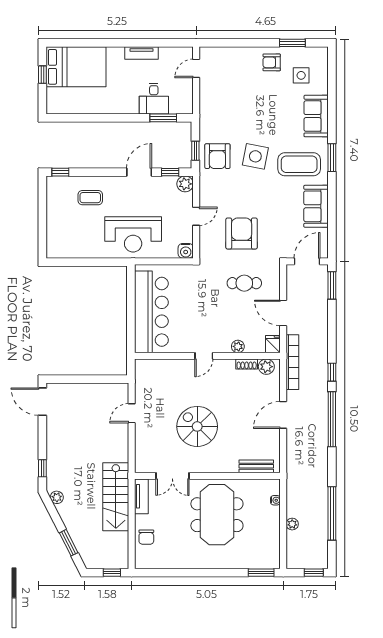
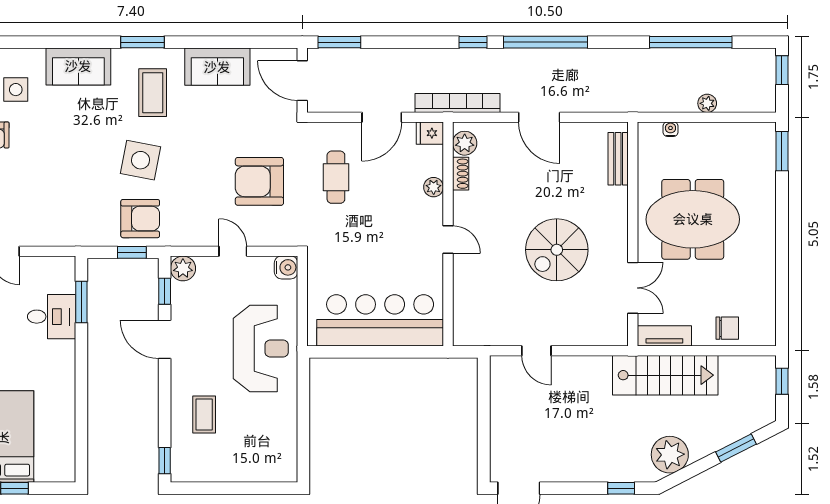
coffee table: (299, 164) -> (153, 93), width x0.73, depth x0.76
plant: (57, 497) -> (670, 455), width x1.88, depth x1.88

